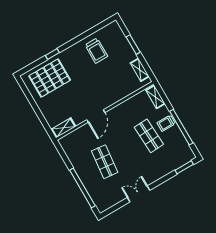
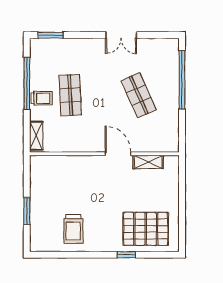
trolley: (96, 51) -> (73, 229), turned 180
shelving: (140, 70) -> (36, 178), removed
door: (96, 116) -> (118, 154), hinge flipped
shelving: (64, 128) -> (148, 162), moved
shop shelf: (105, 162) -> (139, 95), turned -30

